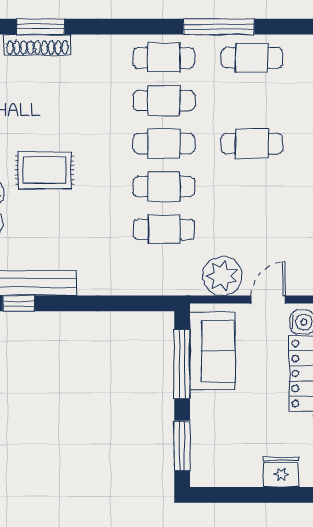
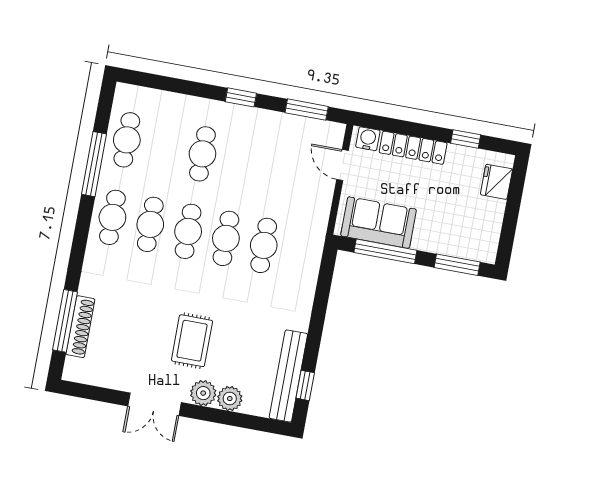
window: (41, 27) -> (65, 321), width x1.44
plant: (222, 276) -> (314, 202), removed

